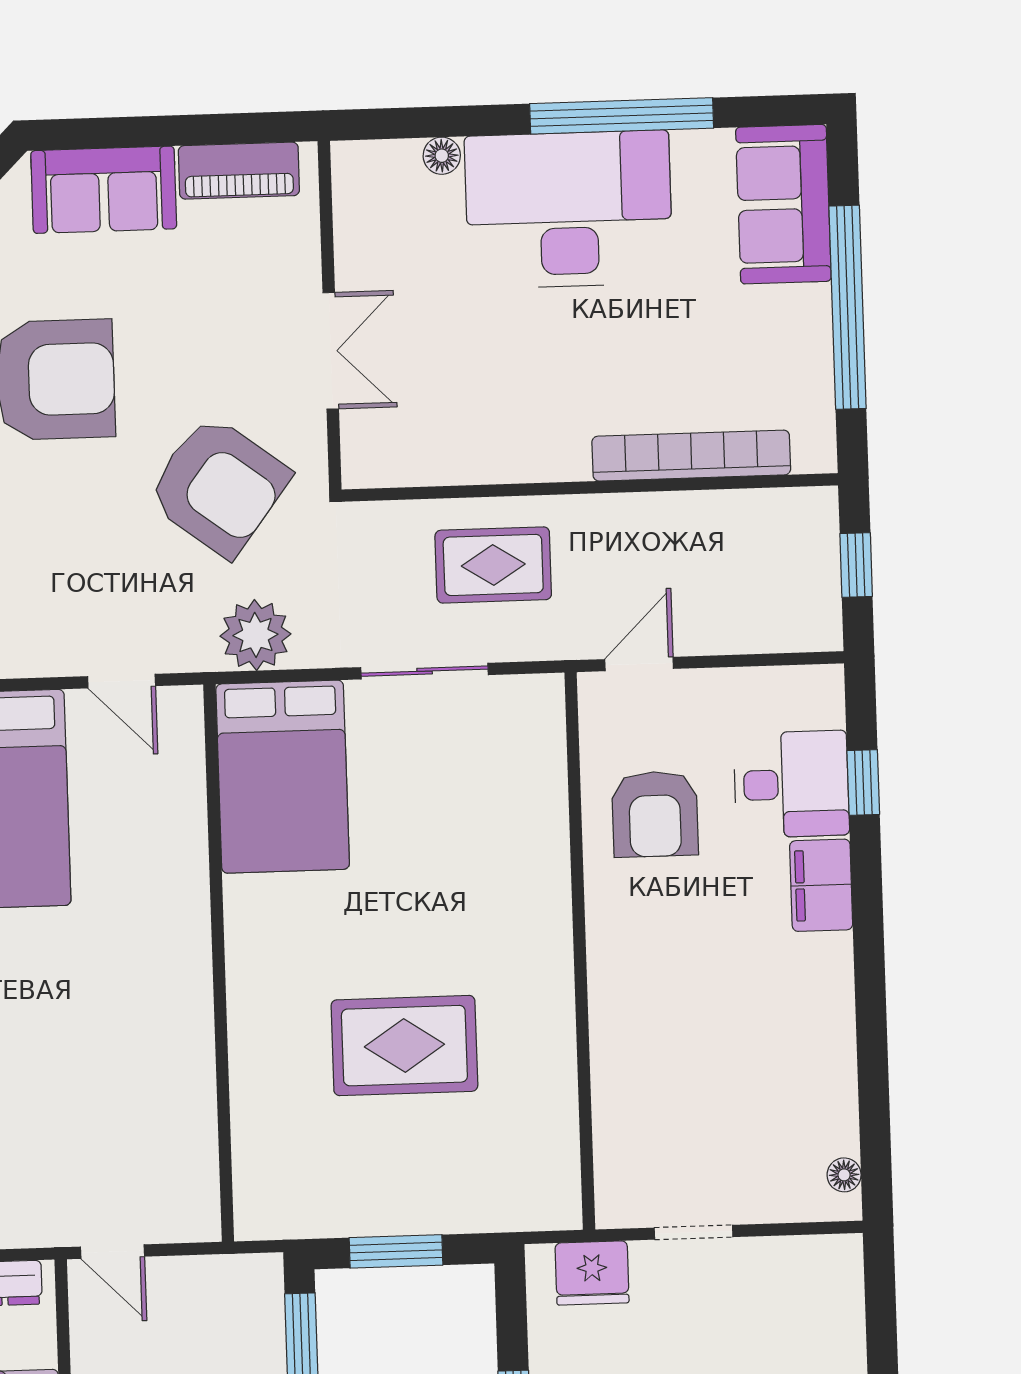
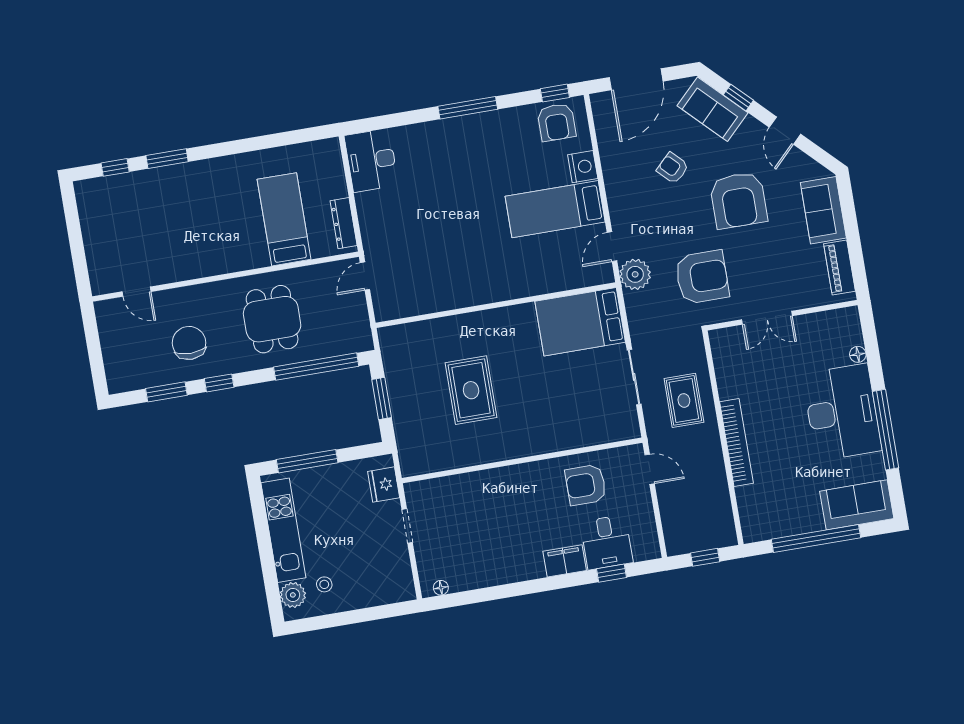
bookcase: (691, 456) -> (736, 443), moved
armchair: (218, 486) -> (702, 277), turned -127
plant: (255, 635) -> (635, 274), moved

